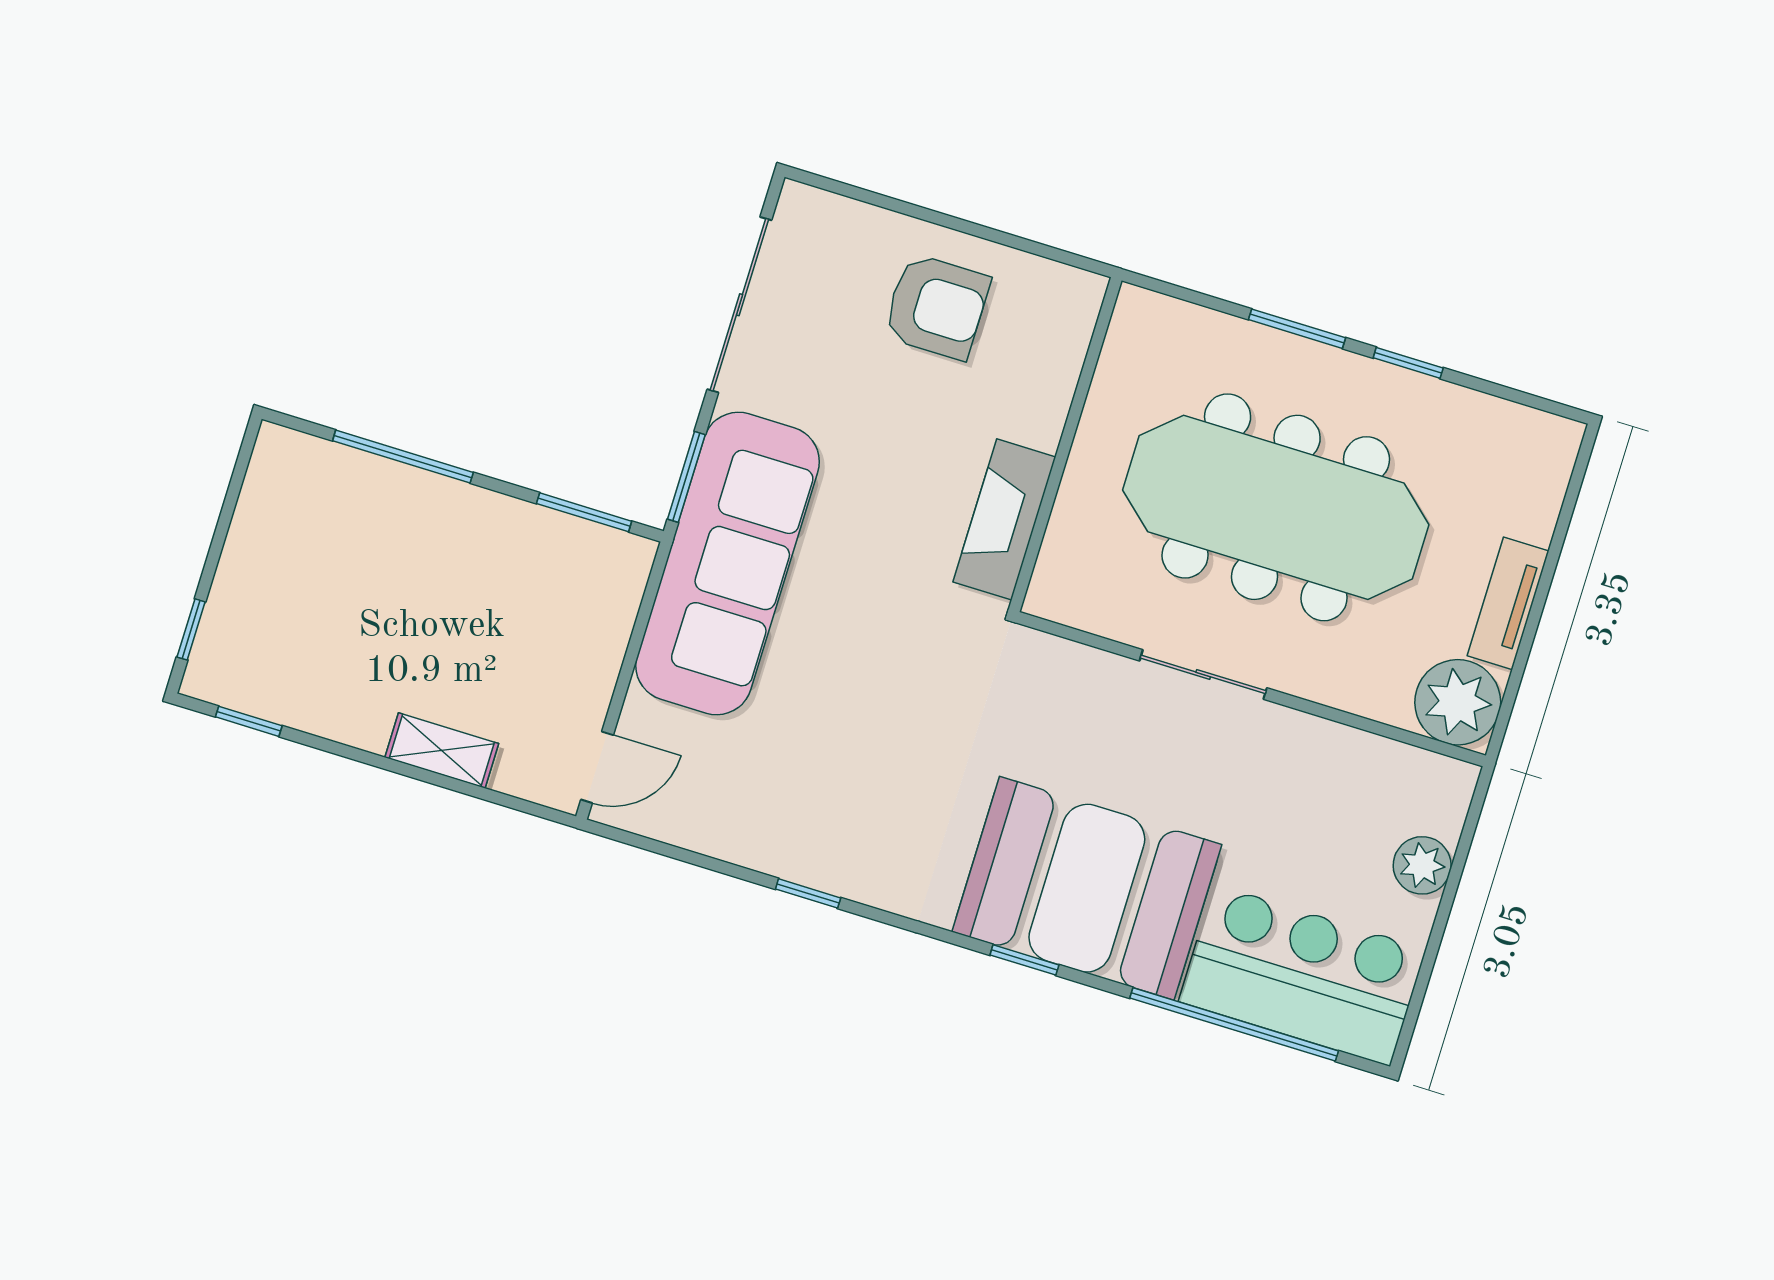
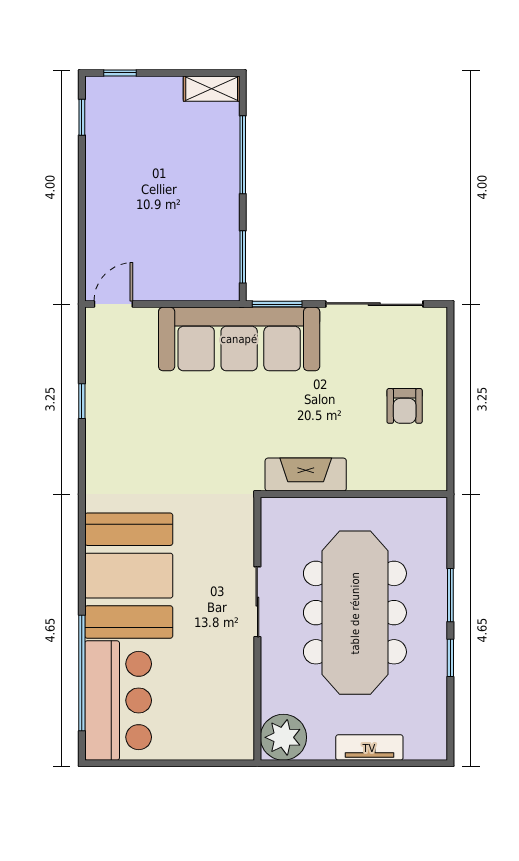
armchair: (936, 307) -> (405, 406), width x0.72, depth x0.72
tv unit: (1508, 603) -> (369, 748), moved
shelving: (442, 750) -> (212, 89), moved, turned 90
door: (597, 767) -> (113, 304), swing flipped
plant: (1422, 865) -> (194, 745), removed
window: (808, 893) -> (82, 401), moved
window: (1024, 960) -> (82, 555), removed

